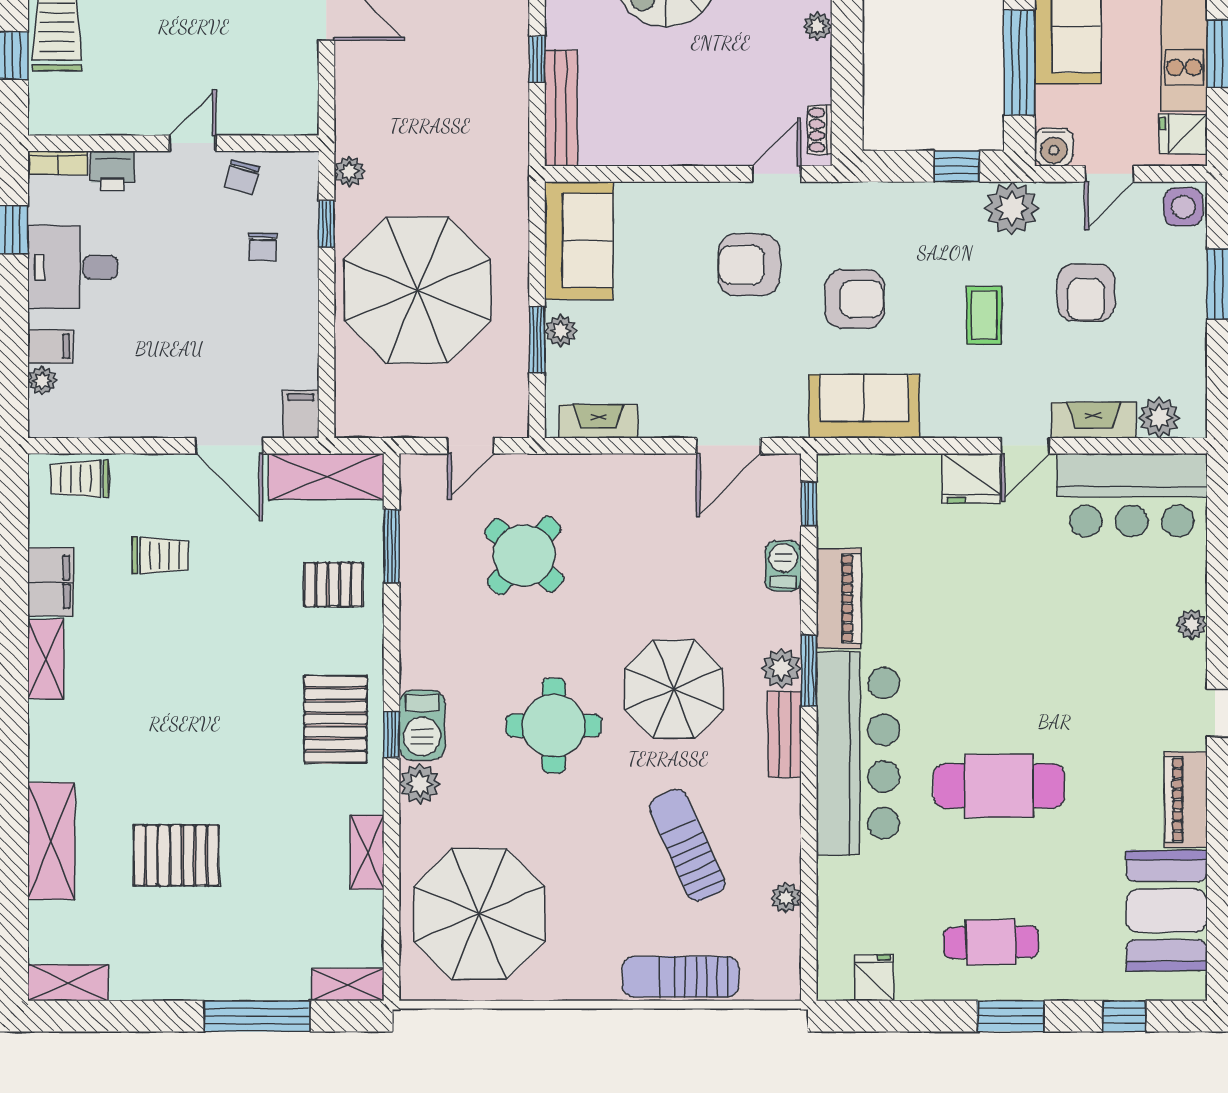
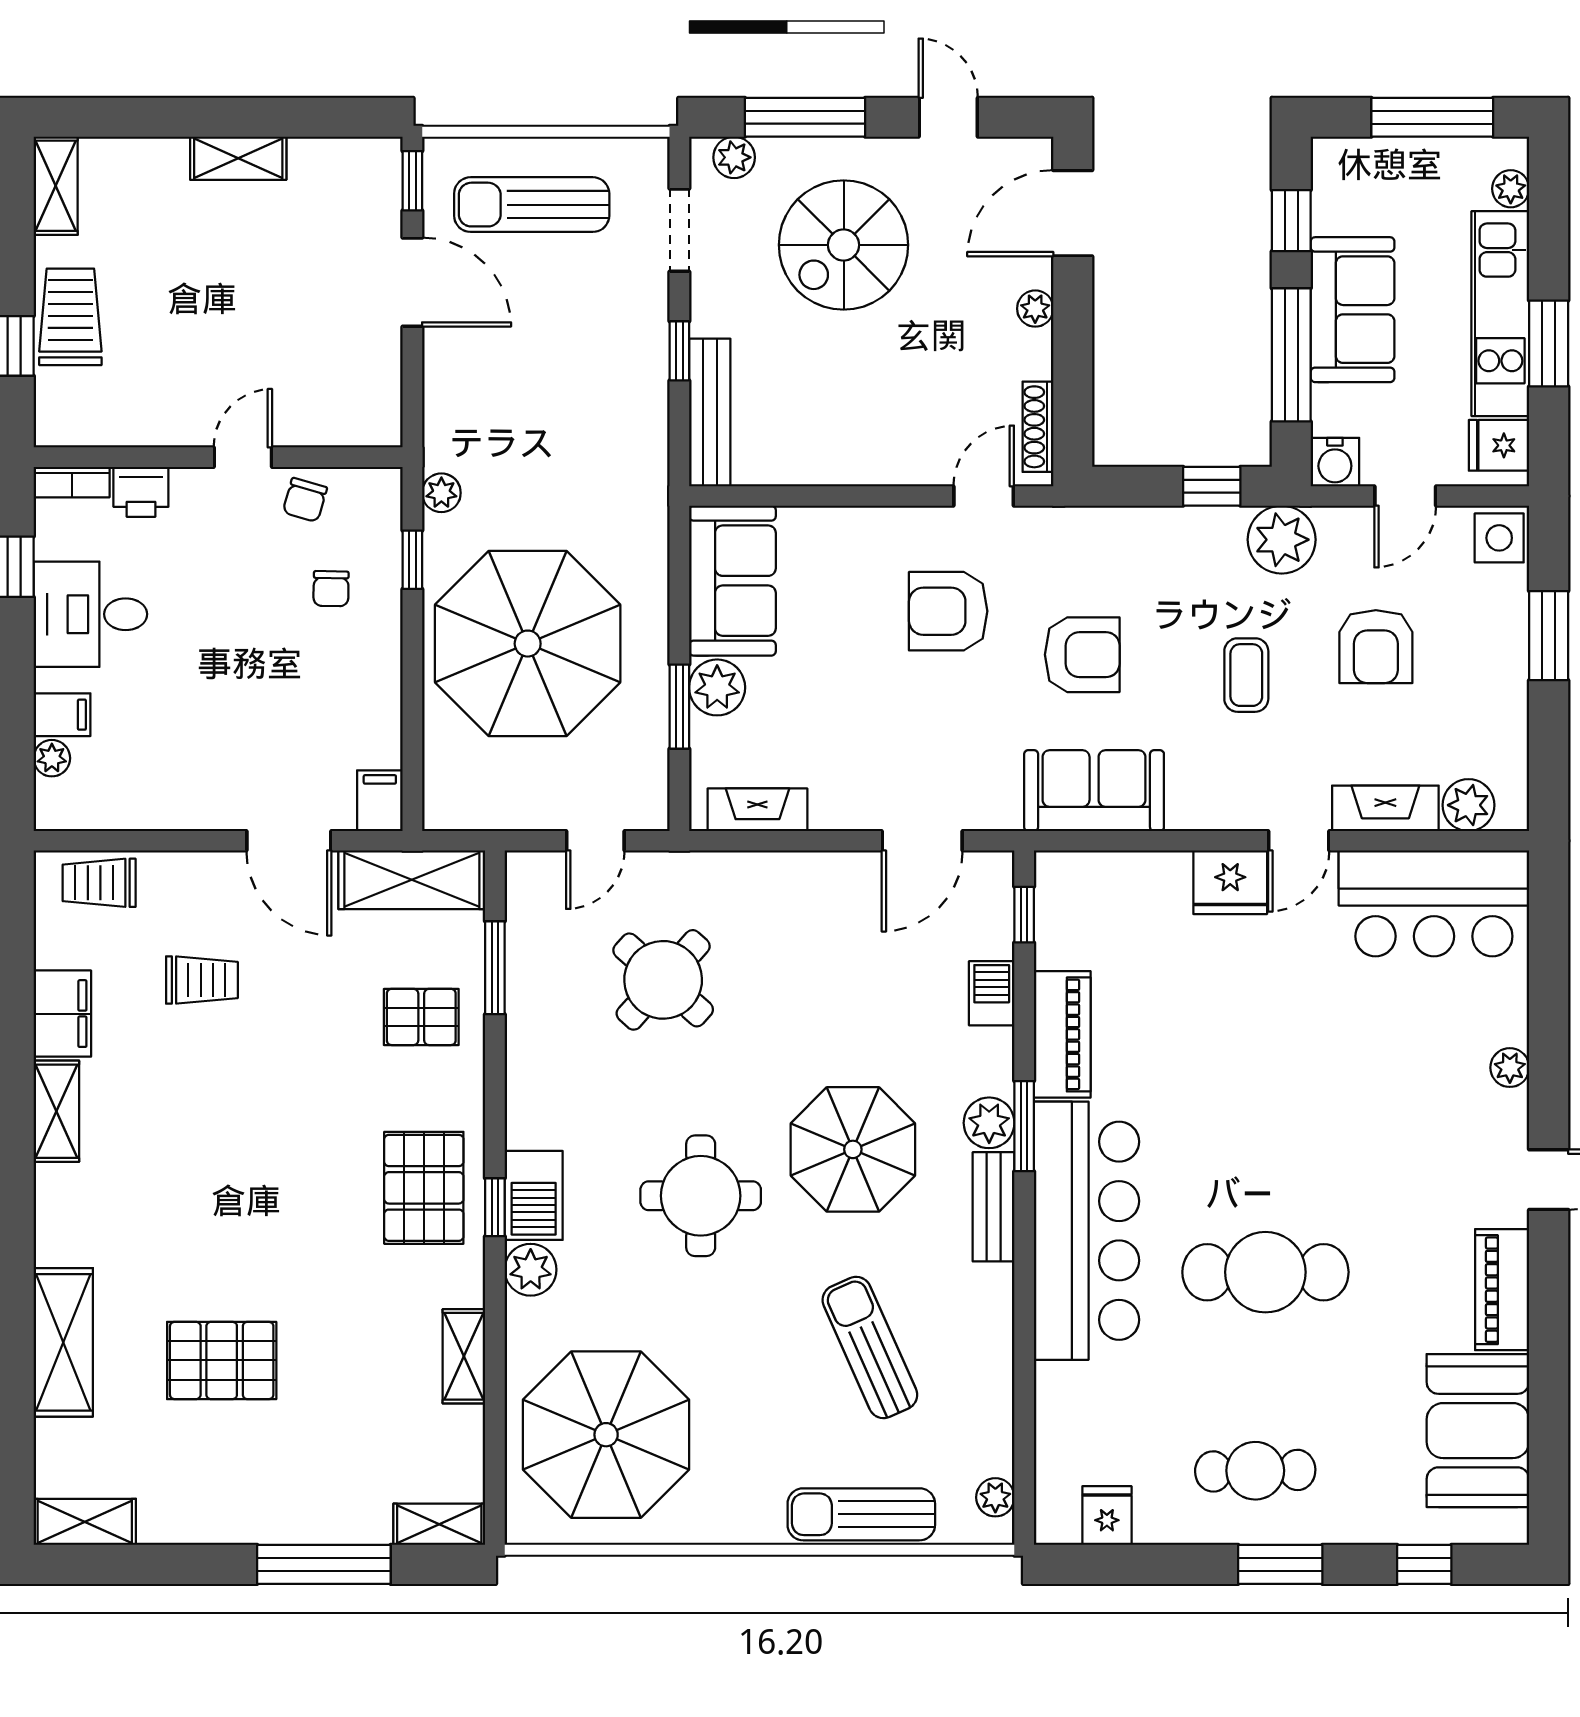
shoe rack: (820, 130) -> (1038, 427), width x1.43
plant: (561, 331) -> (717, 687), width x1.38, depth x1.38
plant: (786, 898) -> (995, 1497), moved

